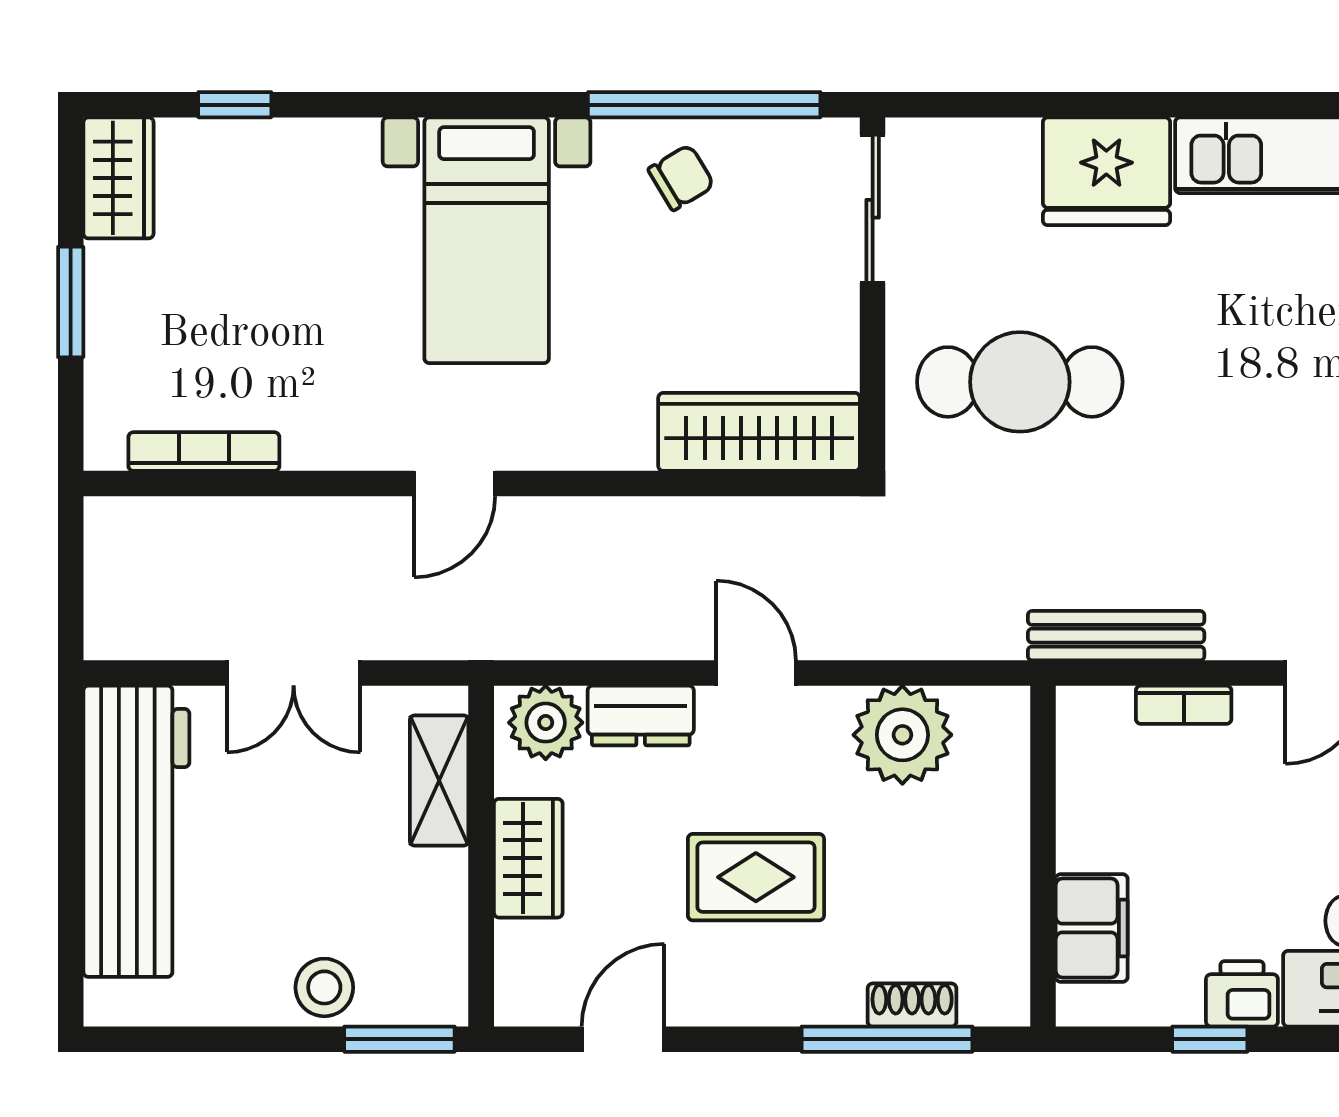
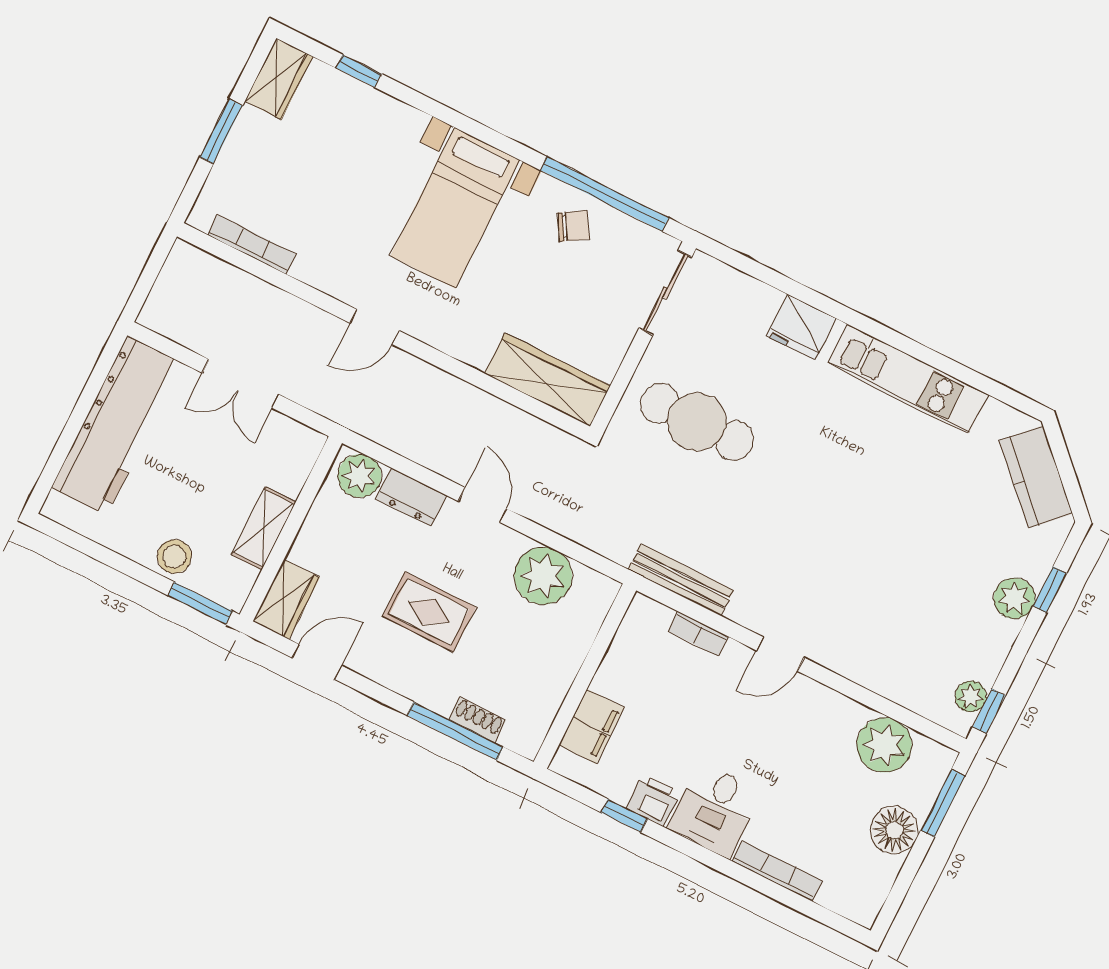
fridge: (1106, 171) -> (801, 327), width x0.73, depth x0.75
shelving: (439, 780) -> (264, 528), moved
wardrobe: (528, 858) -> (286, 599), moved

